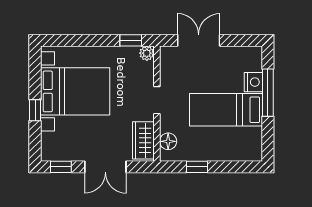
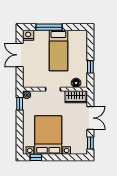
double door: (199, 40) -> (20, 55), moved
nightstand: (253, 82) -> (28, 35), moved
window: (35, 110) -> (36, 157), moved

